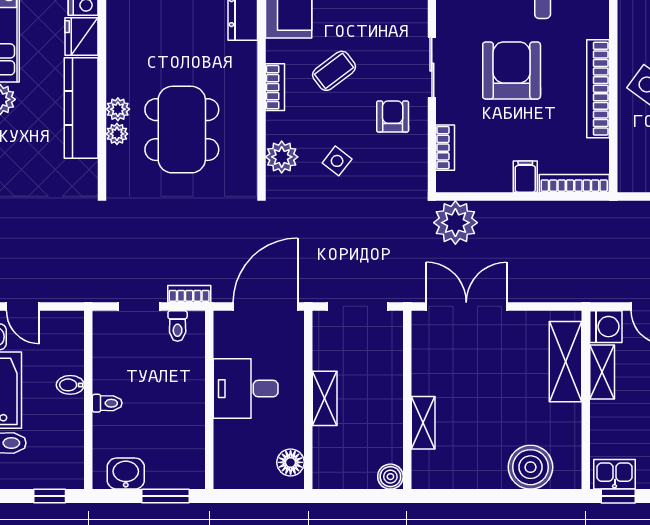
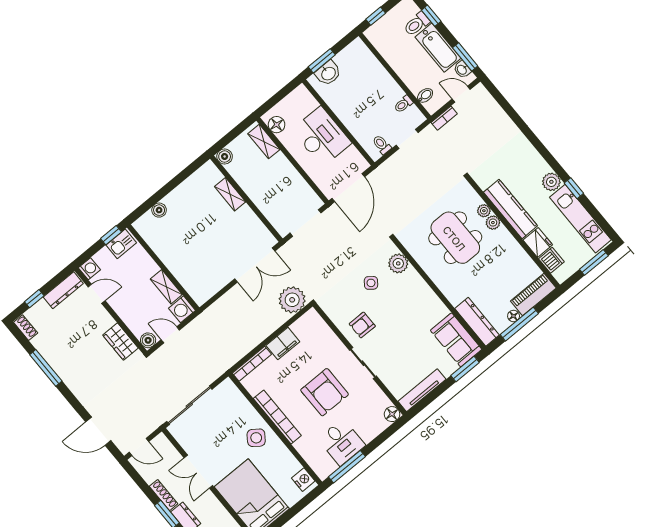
coffee table: (334, 71) -> (407, 324), removed
bookcase: (275, 87) -> (428, 293), removed
armchair: (393, 116) -> (362, 325), turned 90
bookcase: (445, 148) -> (326, 331), removed
filing cabinet: (525, 177) -> (283, 344), width x2.00
bookcase: (189, 294) -> (444, 118), moved
shelving: (566, 362) -> (187, 277), removed
bidet: (70, 385) -> (425, 95), moved
desk: (246, 389) -> (322, 137), width x1.37
shelving: (325, 398) -> (264, 142), moved
toilet: (107, 403) -> (403, 104), moved
boiler: (530, 467) -> (159, 210), width x0.54, depth x0.54
washbasin: (126, 474) -> (328, 73), moved

